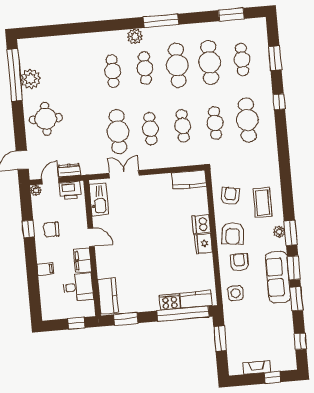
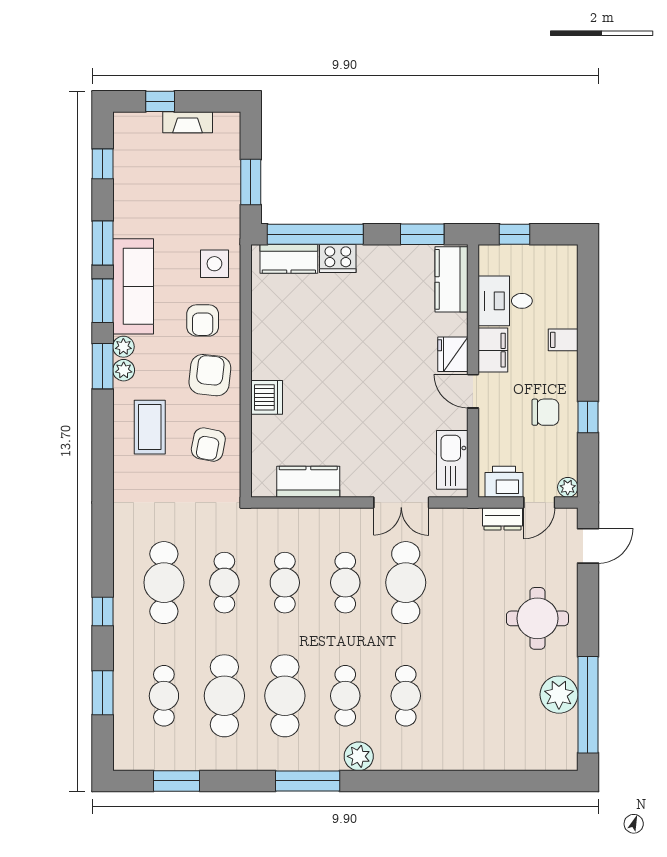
kitchen counter: (189, 180) -> (308, 482), moved
fridge: (203, 244) -> (453, 354), moved, turned 180
plant: (280, 244) -> (123, 347), added

